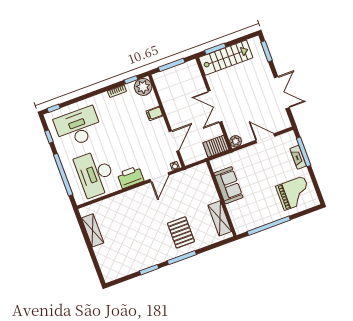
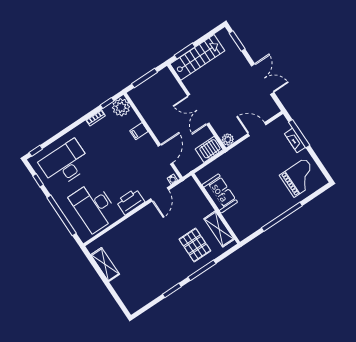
sofa: (228, 185) -> (220, 193), moved
wall: (221, 198) -> (216, 209), moved
shelving: (220, 218) -> (219, 229), moved

